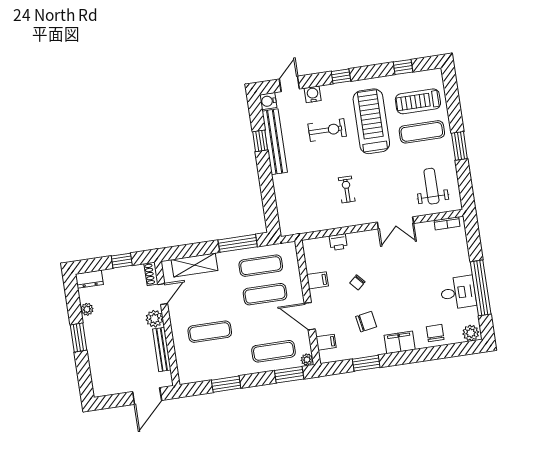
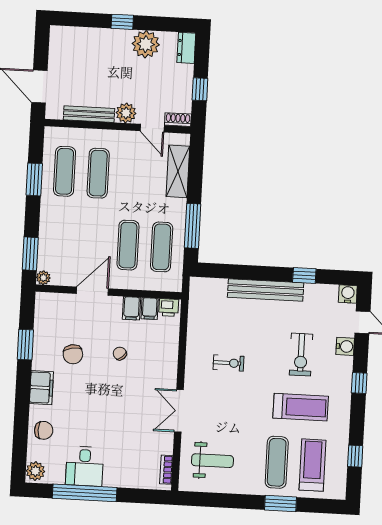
treadmill: (371, 121) -> (301, 407), width x0.73, depth x0.73
bench: (275, 142) -> (266, 290), moved
window: (459, 146) -> (281, 504), moved
printer: (338, 242) -> (169, 308), moved, turned -90
plant: (87, 309) -> (146, 44), width x1.87, depth x1.87
window: (79, 338) -> (122, 22), width x0.67
filing cabinet: (326, 342) -> (150, 309), moved
exercise mat: (274, 351) -> (65, 171), moved

